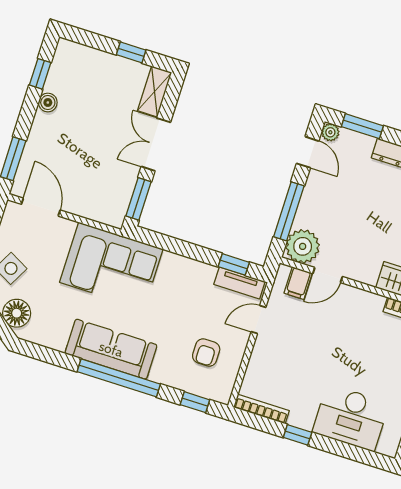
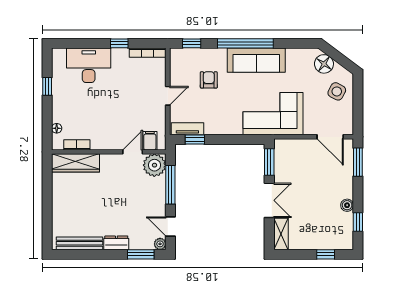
window: (131, 52) -> (326, 254), moved
door: (259, 319) -> (168, 96), moved
armchair: (206, 353) -> (209, 80), moved

